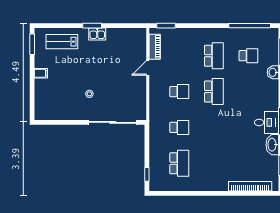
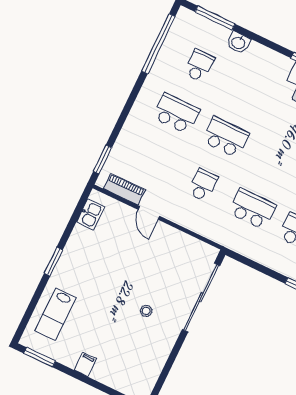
kitchen sink: (97, 34) -> (90, 214), moved
school desk: (179, 127) -> (252, 209), width x1.85

